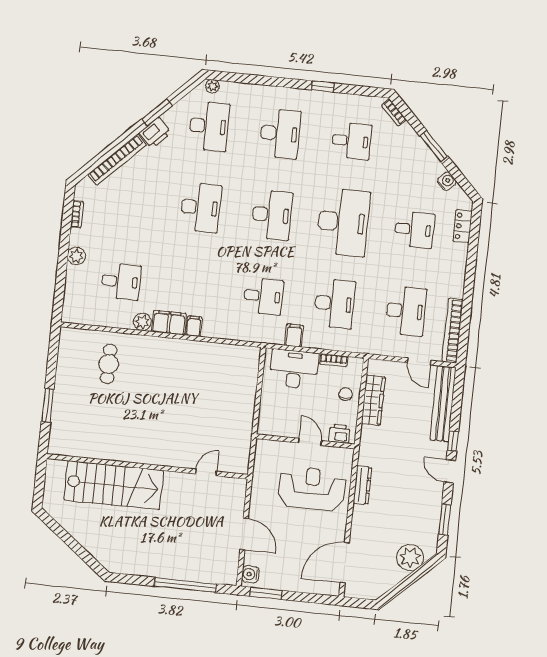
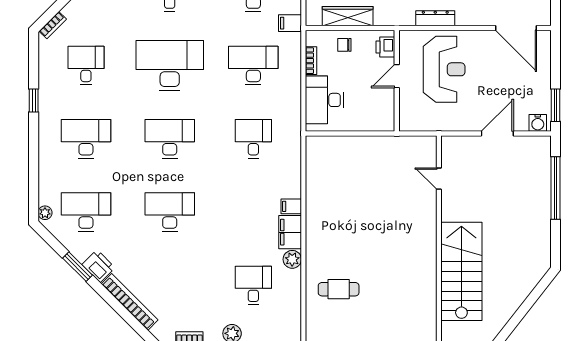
filing cabinet: (294, 335) -> (290, 23), moved
reception desk: (312, 489) -> (444, 69), turned 180

